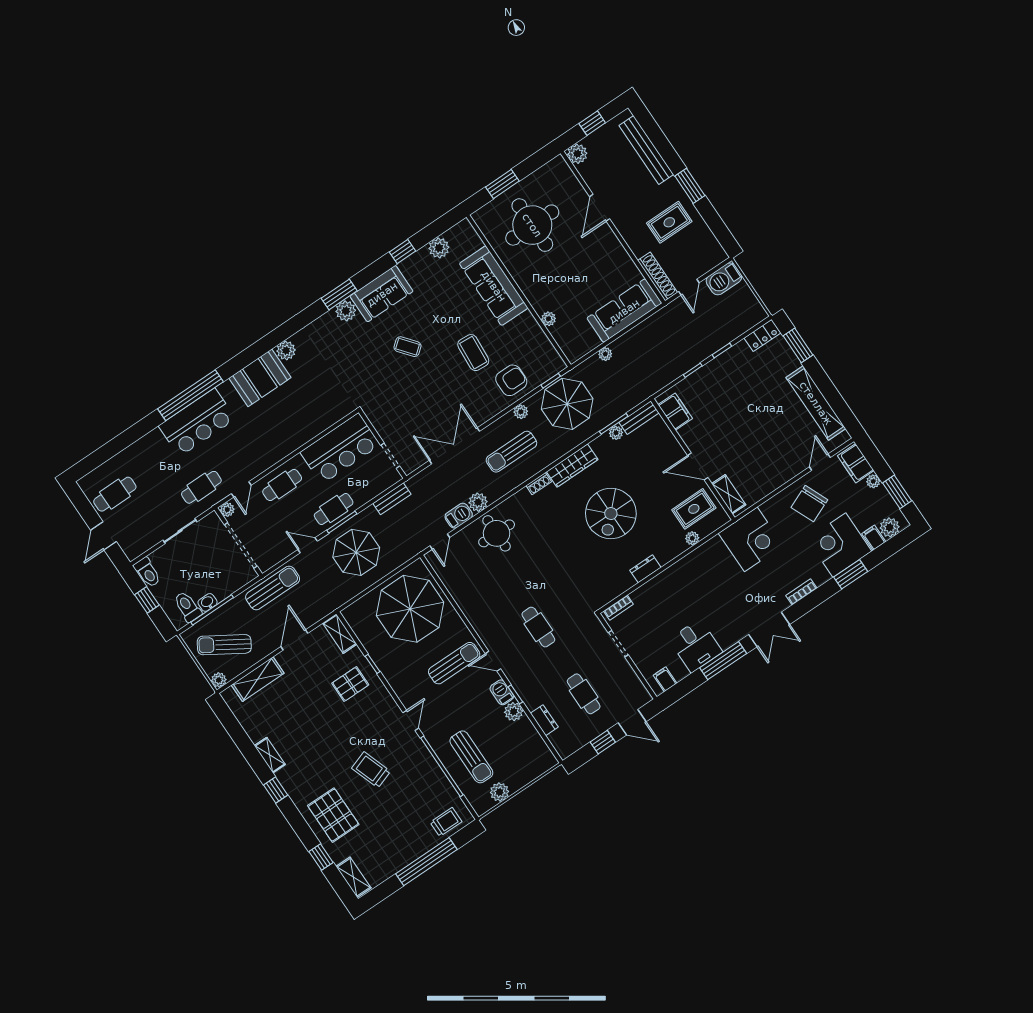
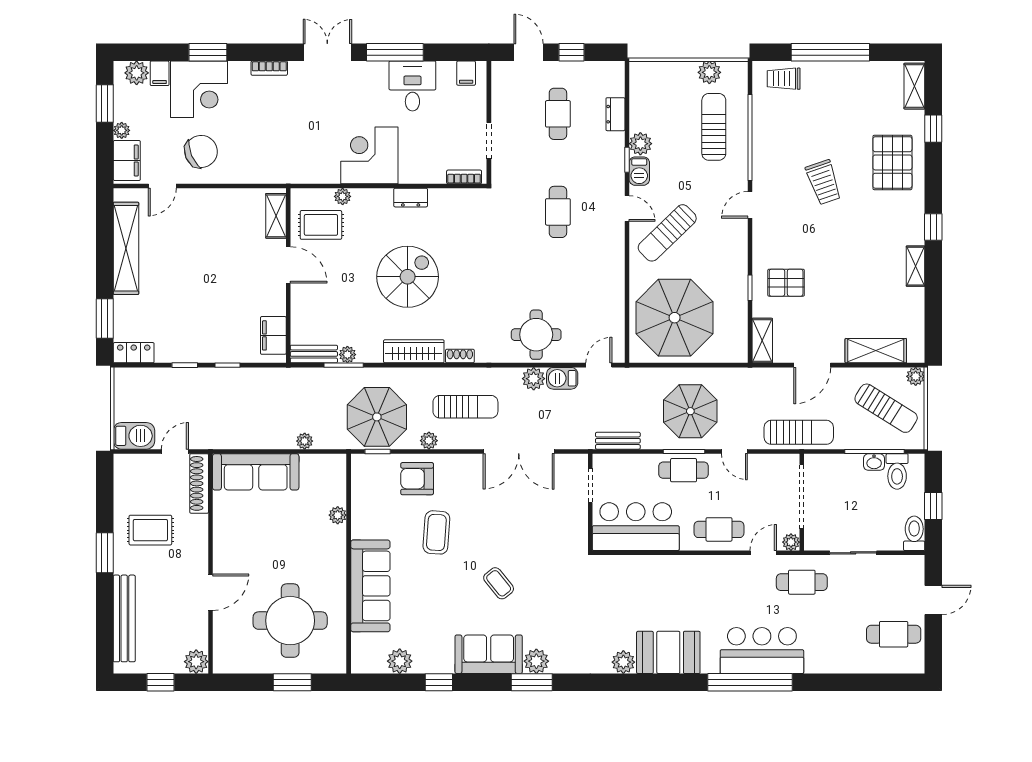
corner desk: (751, 539) -> (369, 155), moved
sun lounger: (273, 588) -> (799, 432), turned 180
sun lounger: (454, 663) -> (667, 233), turned -44

